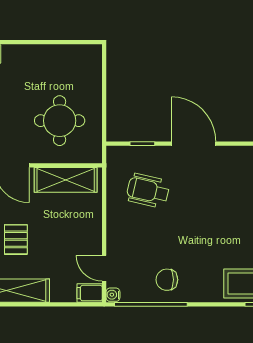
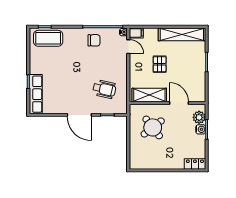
round table: (60, 121) -> (153, 127), turned -38
pallet: (16, 239) -> (160, 64), moved

